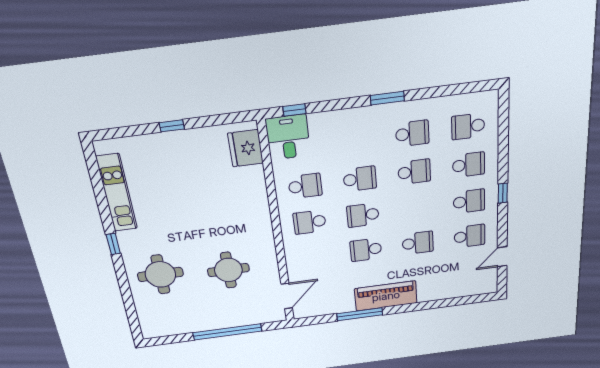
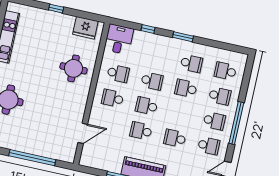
window: (294, 110) -> (148, 29), moved
fridge: (246, 148) -> (85, 28), moved, turned -90
school desk: (414, 172) -> (186, 88), turned 180
window: (503, 193) -> (236, 123), width x3.17
school desk: (418, 243) -> (175, 138), turned 180
round table: (228, 270) -> (73, 68), moved
door: (287, 296) -> (83, 133), moved

